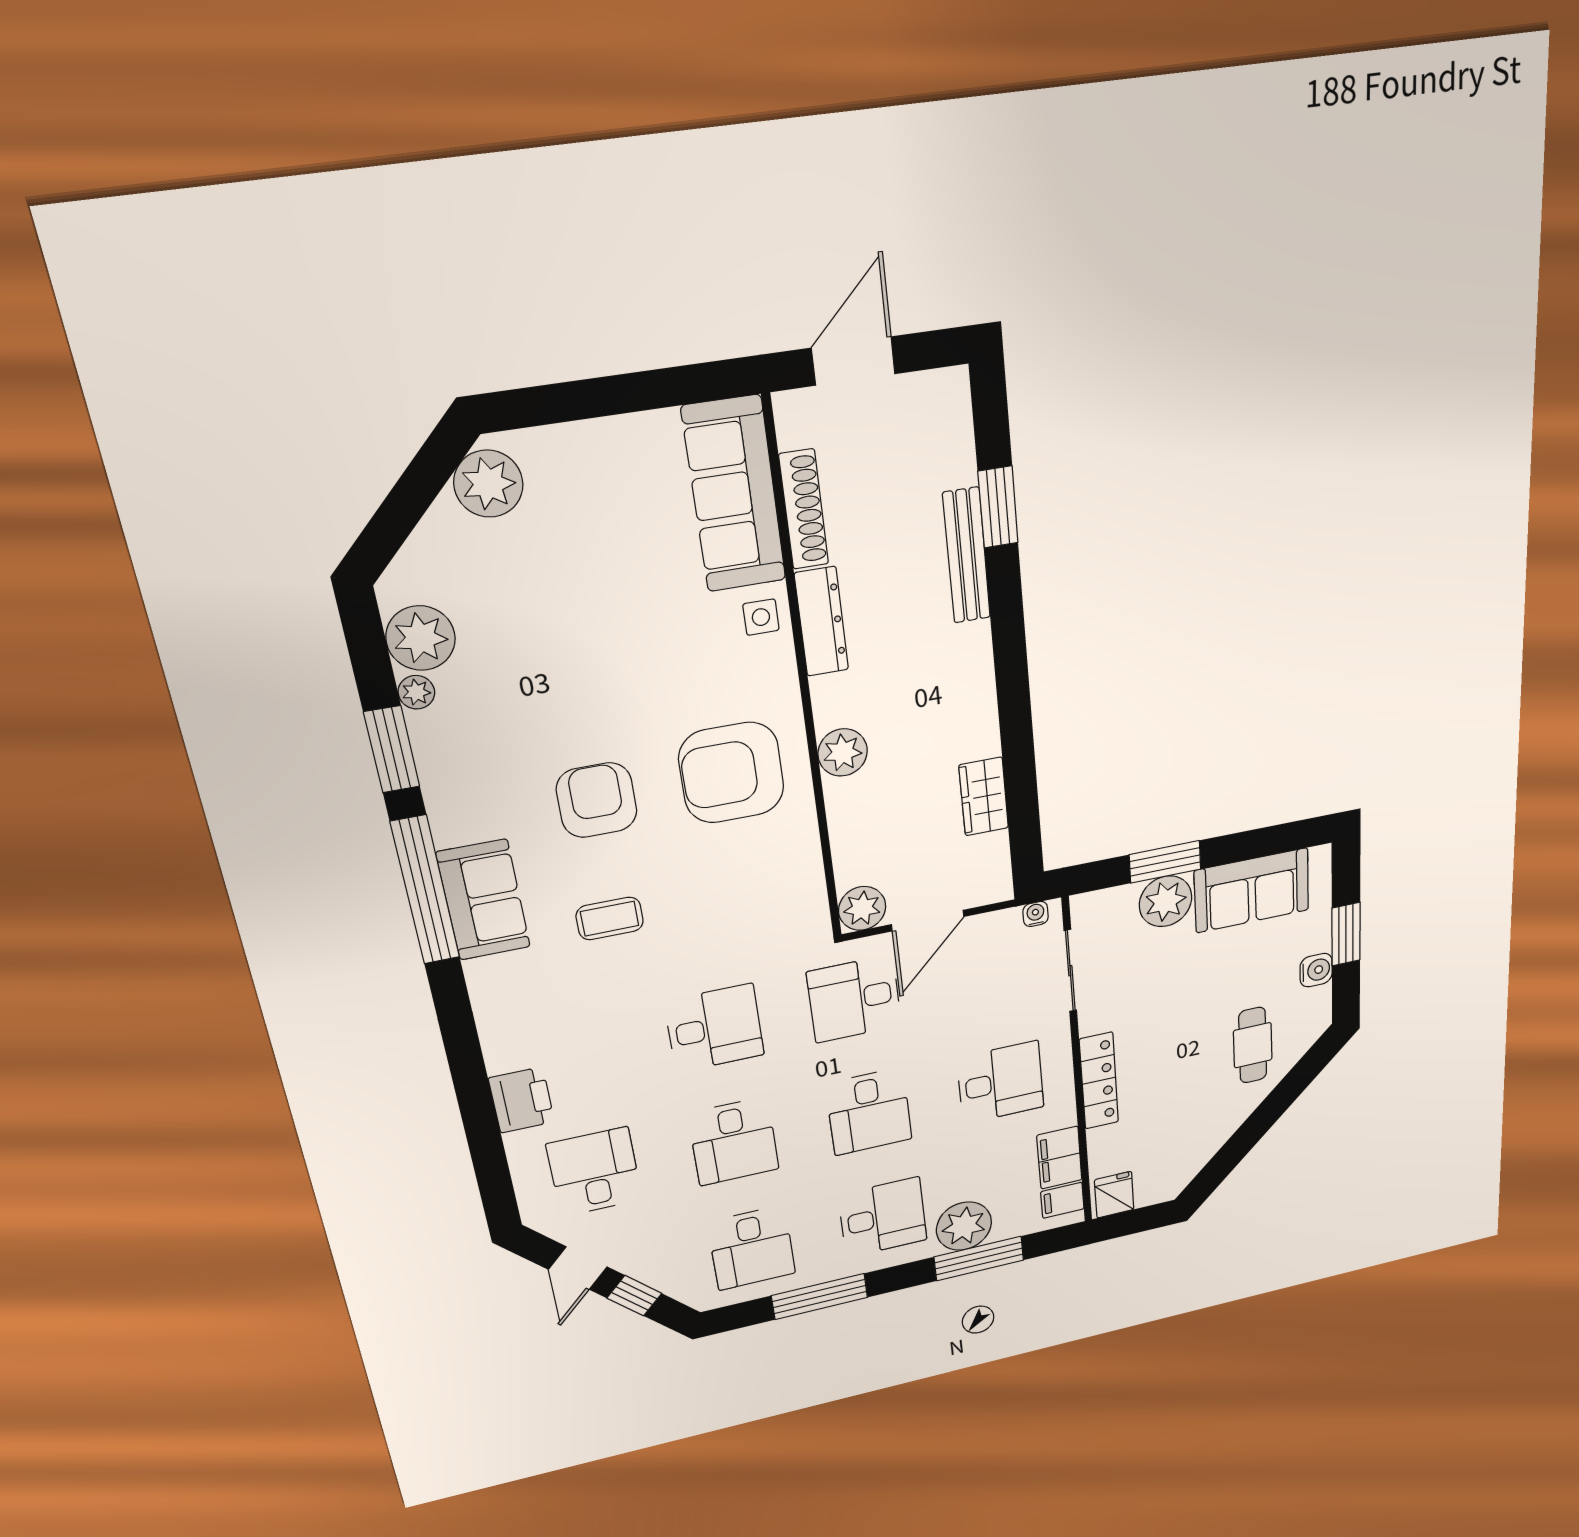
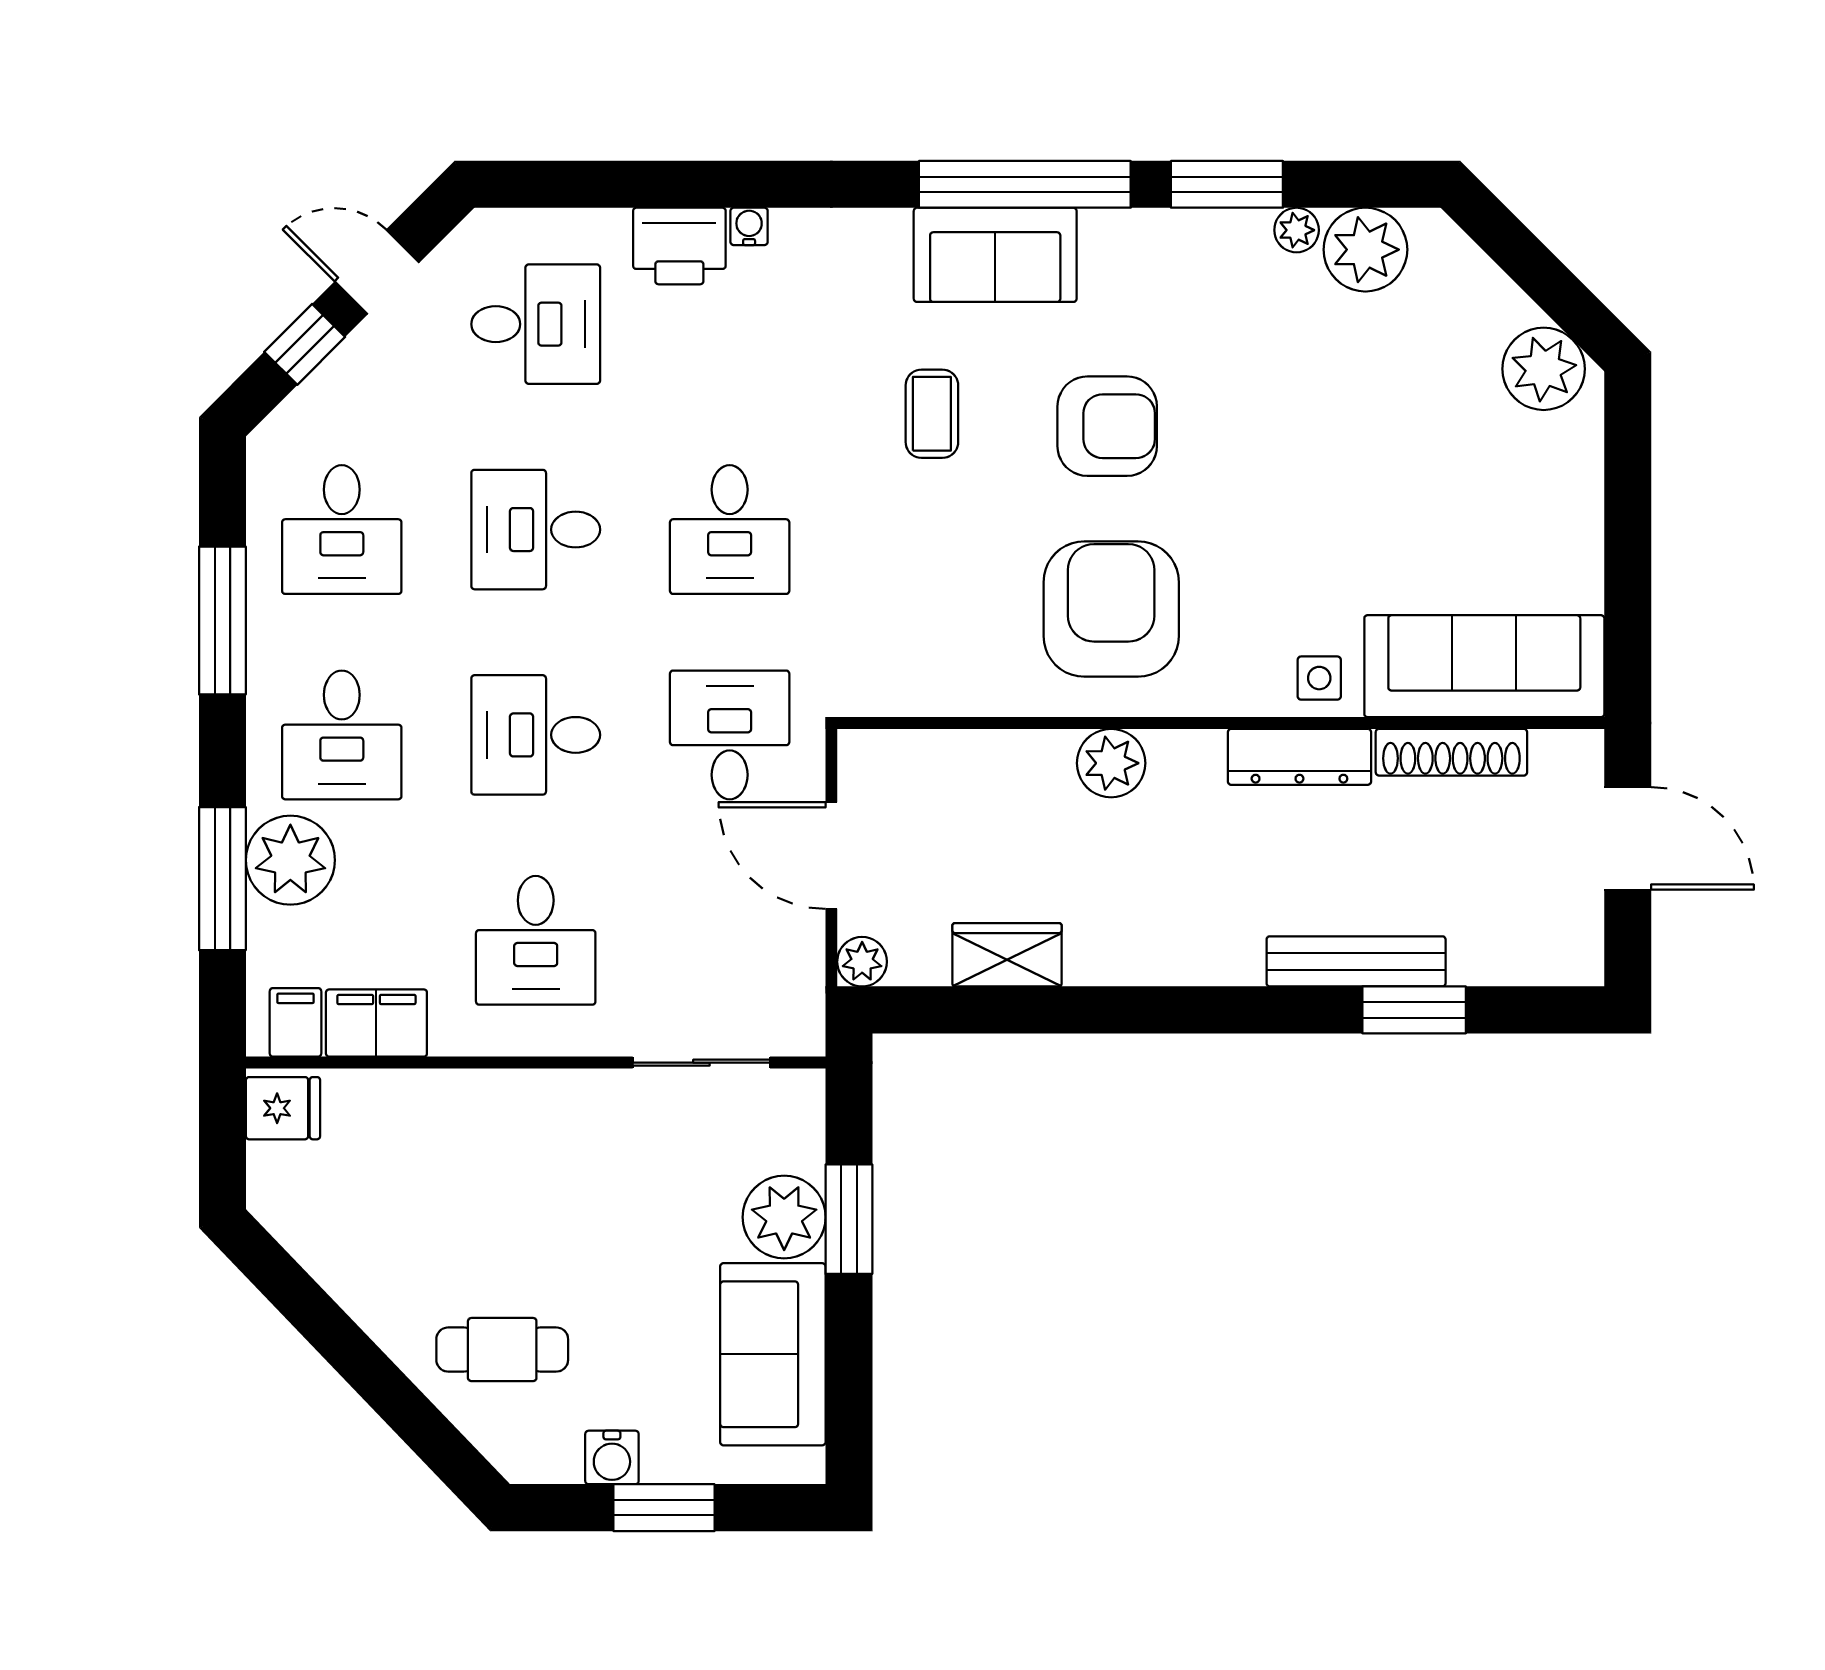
plant: (862, 908) -> (862, 962), moved, width x0.73, depth x0.73
water cooler: (1036, 914) -> (749, 226), moved, turned -90
locker: (1099, 1081) -> (500, 1095), removed
desk: (752, 1248) -> (342, 530), turned -90

